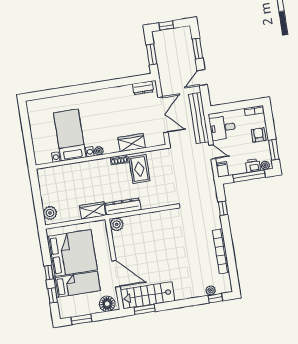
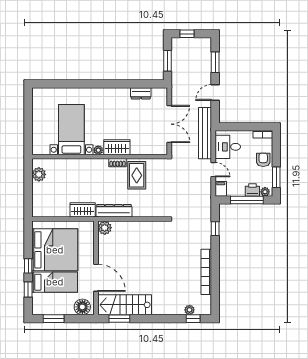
dresser: (143, 88) -> (141, 93), moved
wardrobe: (132, 143) -> (117, 147), moved
plant: (50, 213) -> (39, 174), moved

